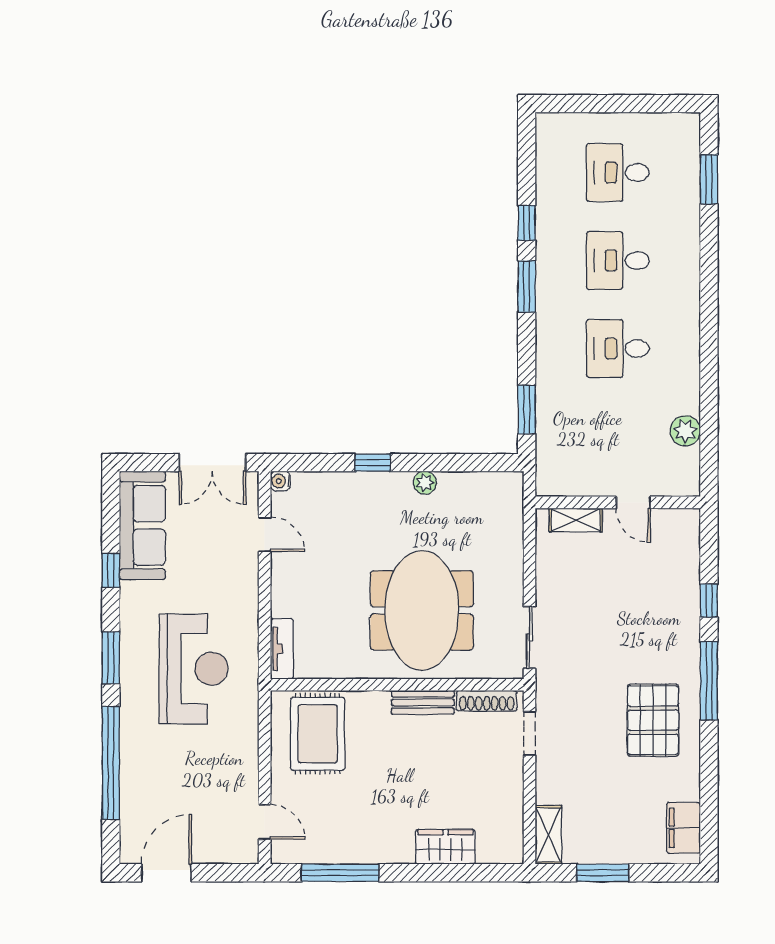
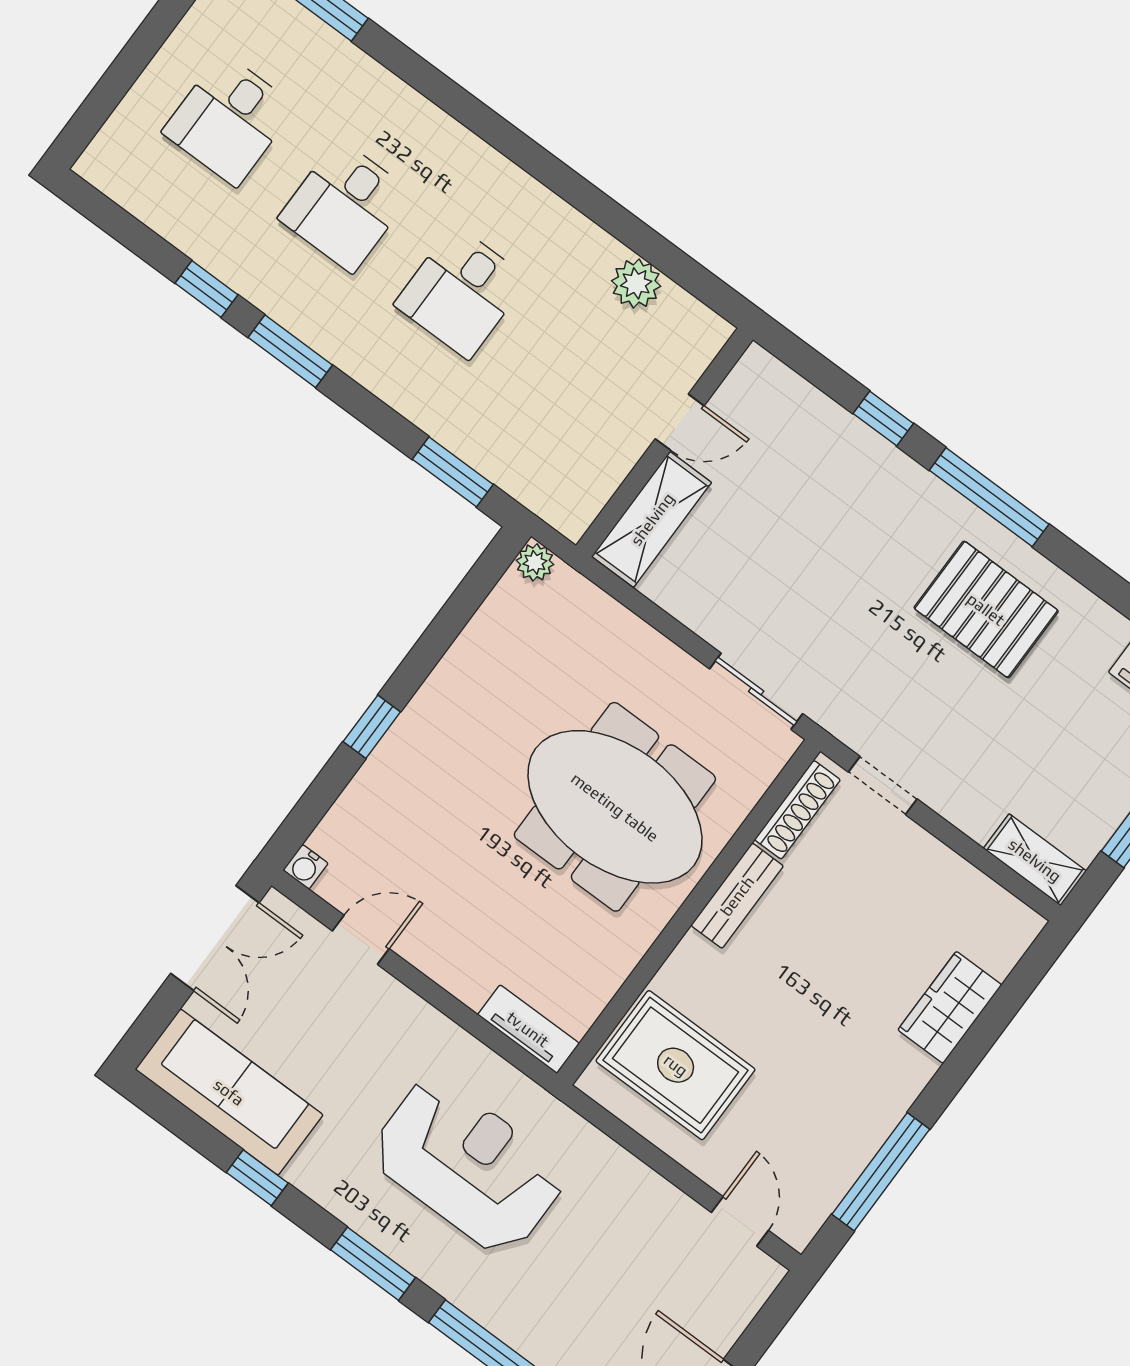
plant: (425, 483) -> (535, 562), moved
shelving: (576, 520) -> (652, 519), width x1.50, depth x1.33
door: (265, 822) -> (740, 1221), hinge flipped

